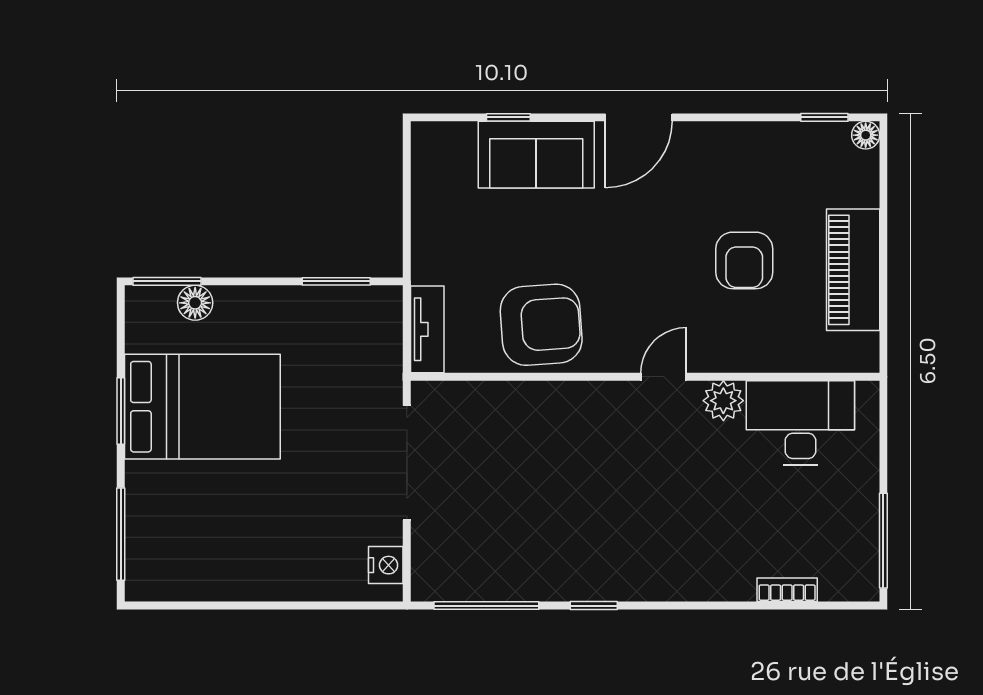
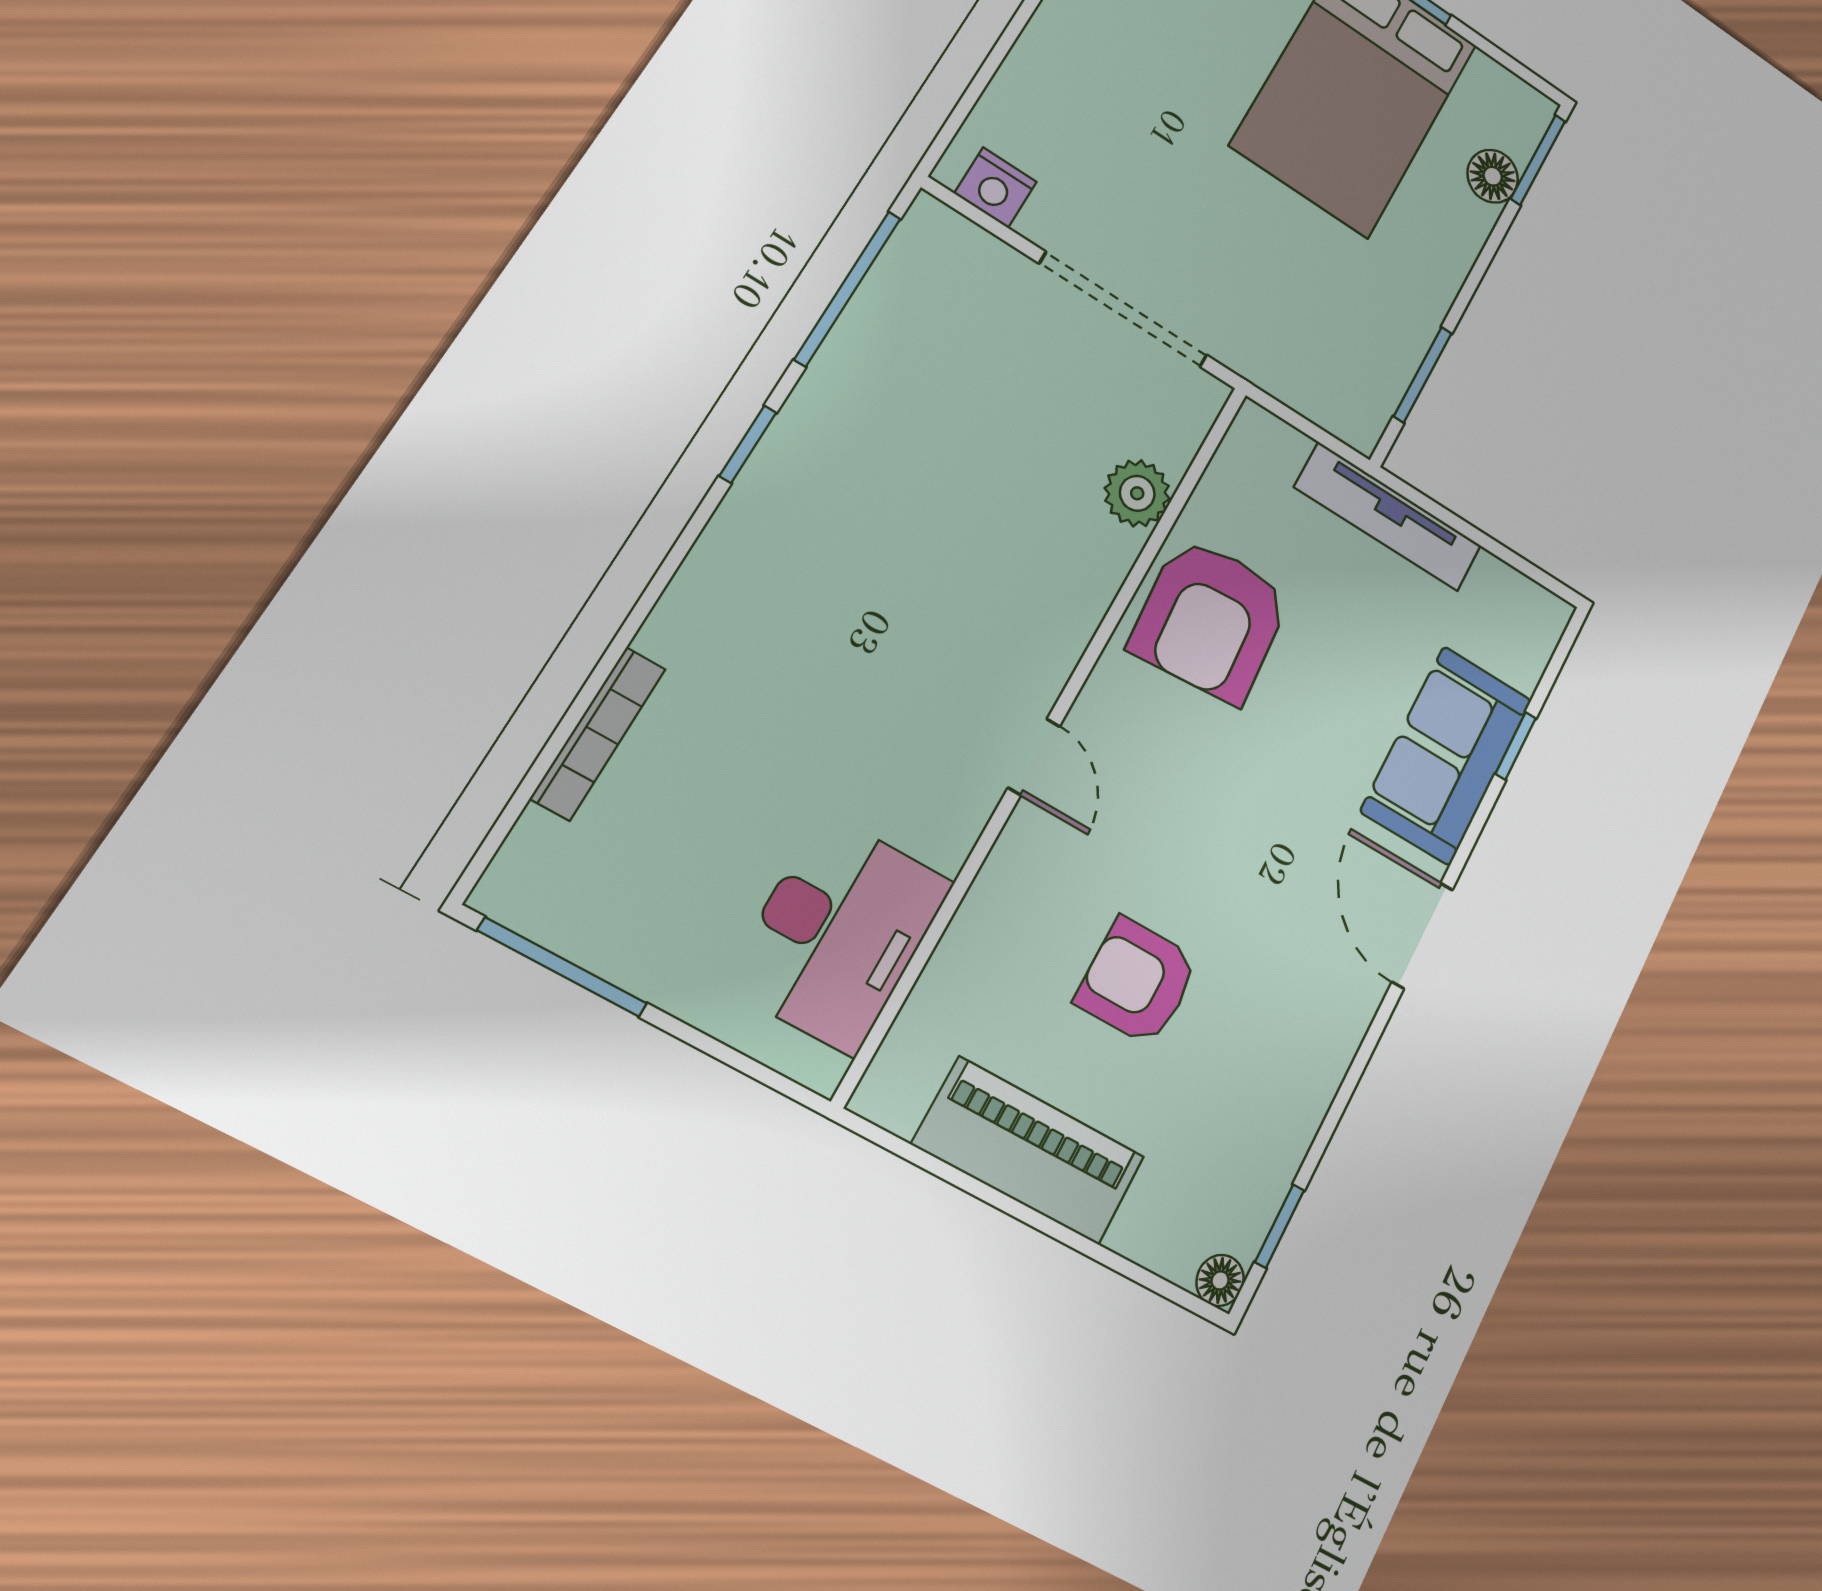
tv unit: (427, 329) -> (1388, 517), moved, width x1.41
plant: (723, 401) -> (1137, 493), moved
bookcase: (787, 590) -> (598, 733), width x1.56

